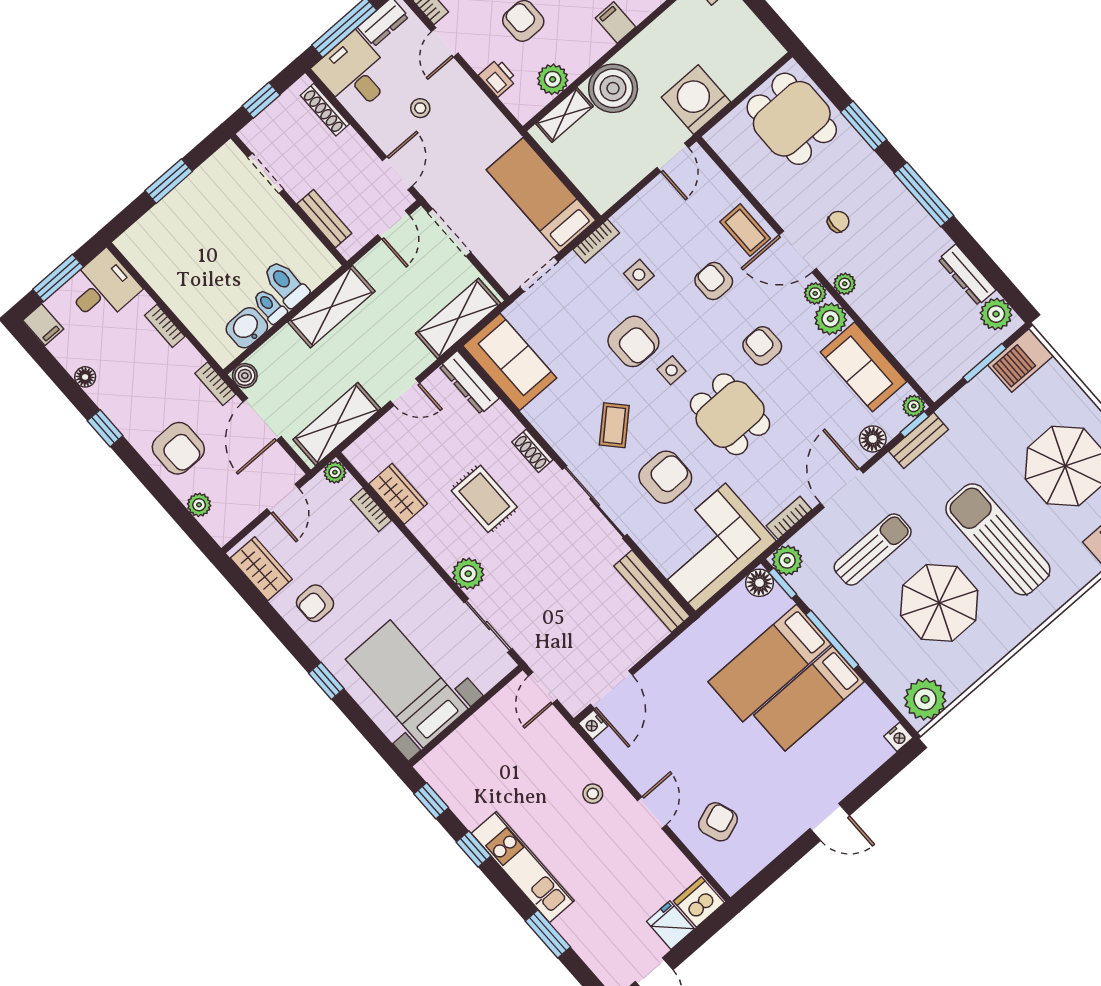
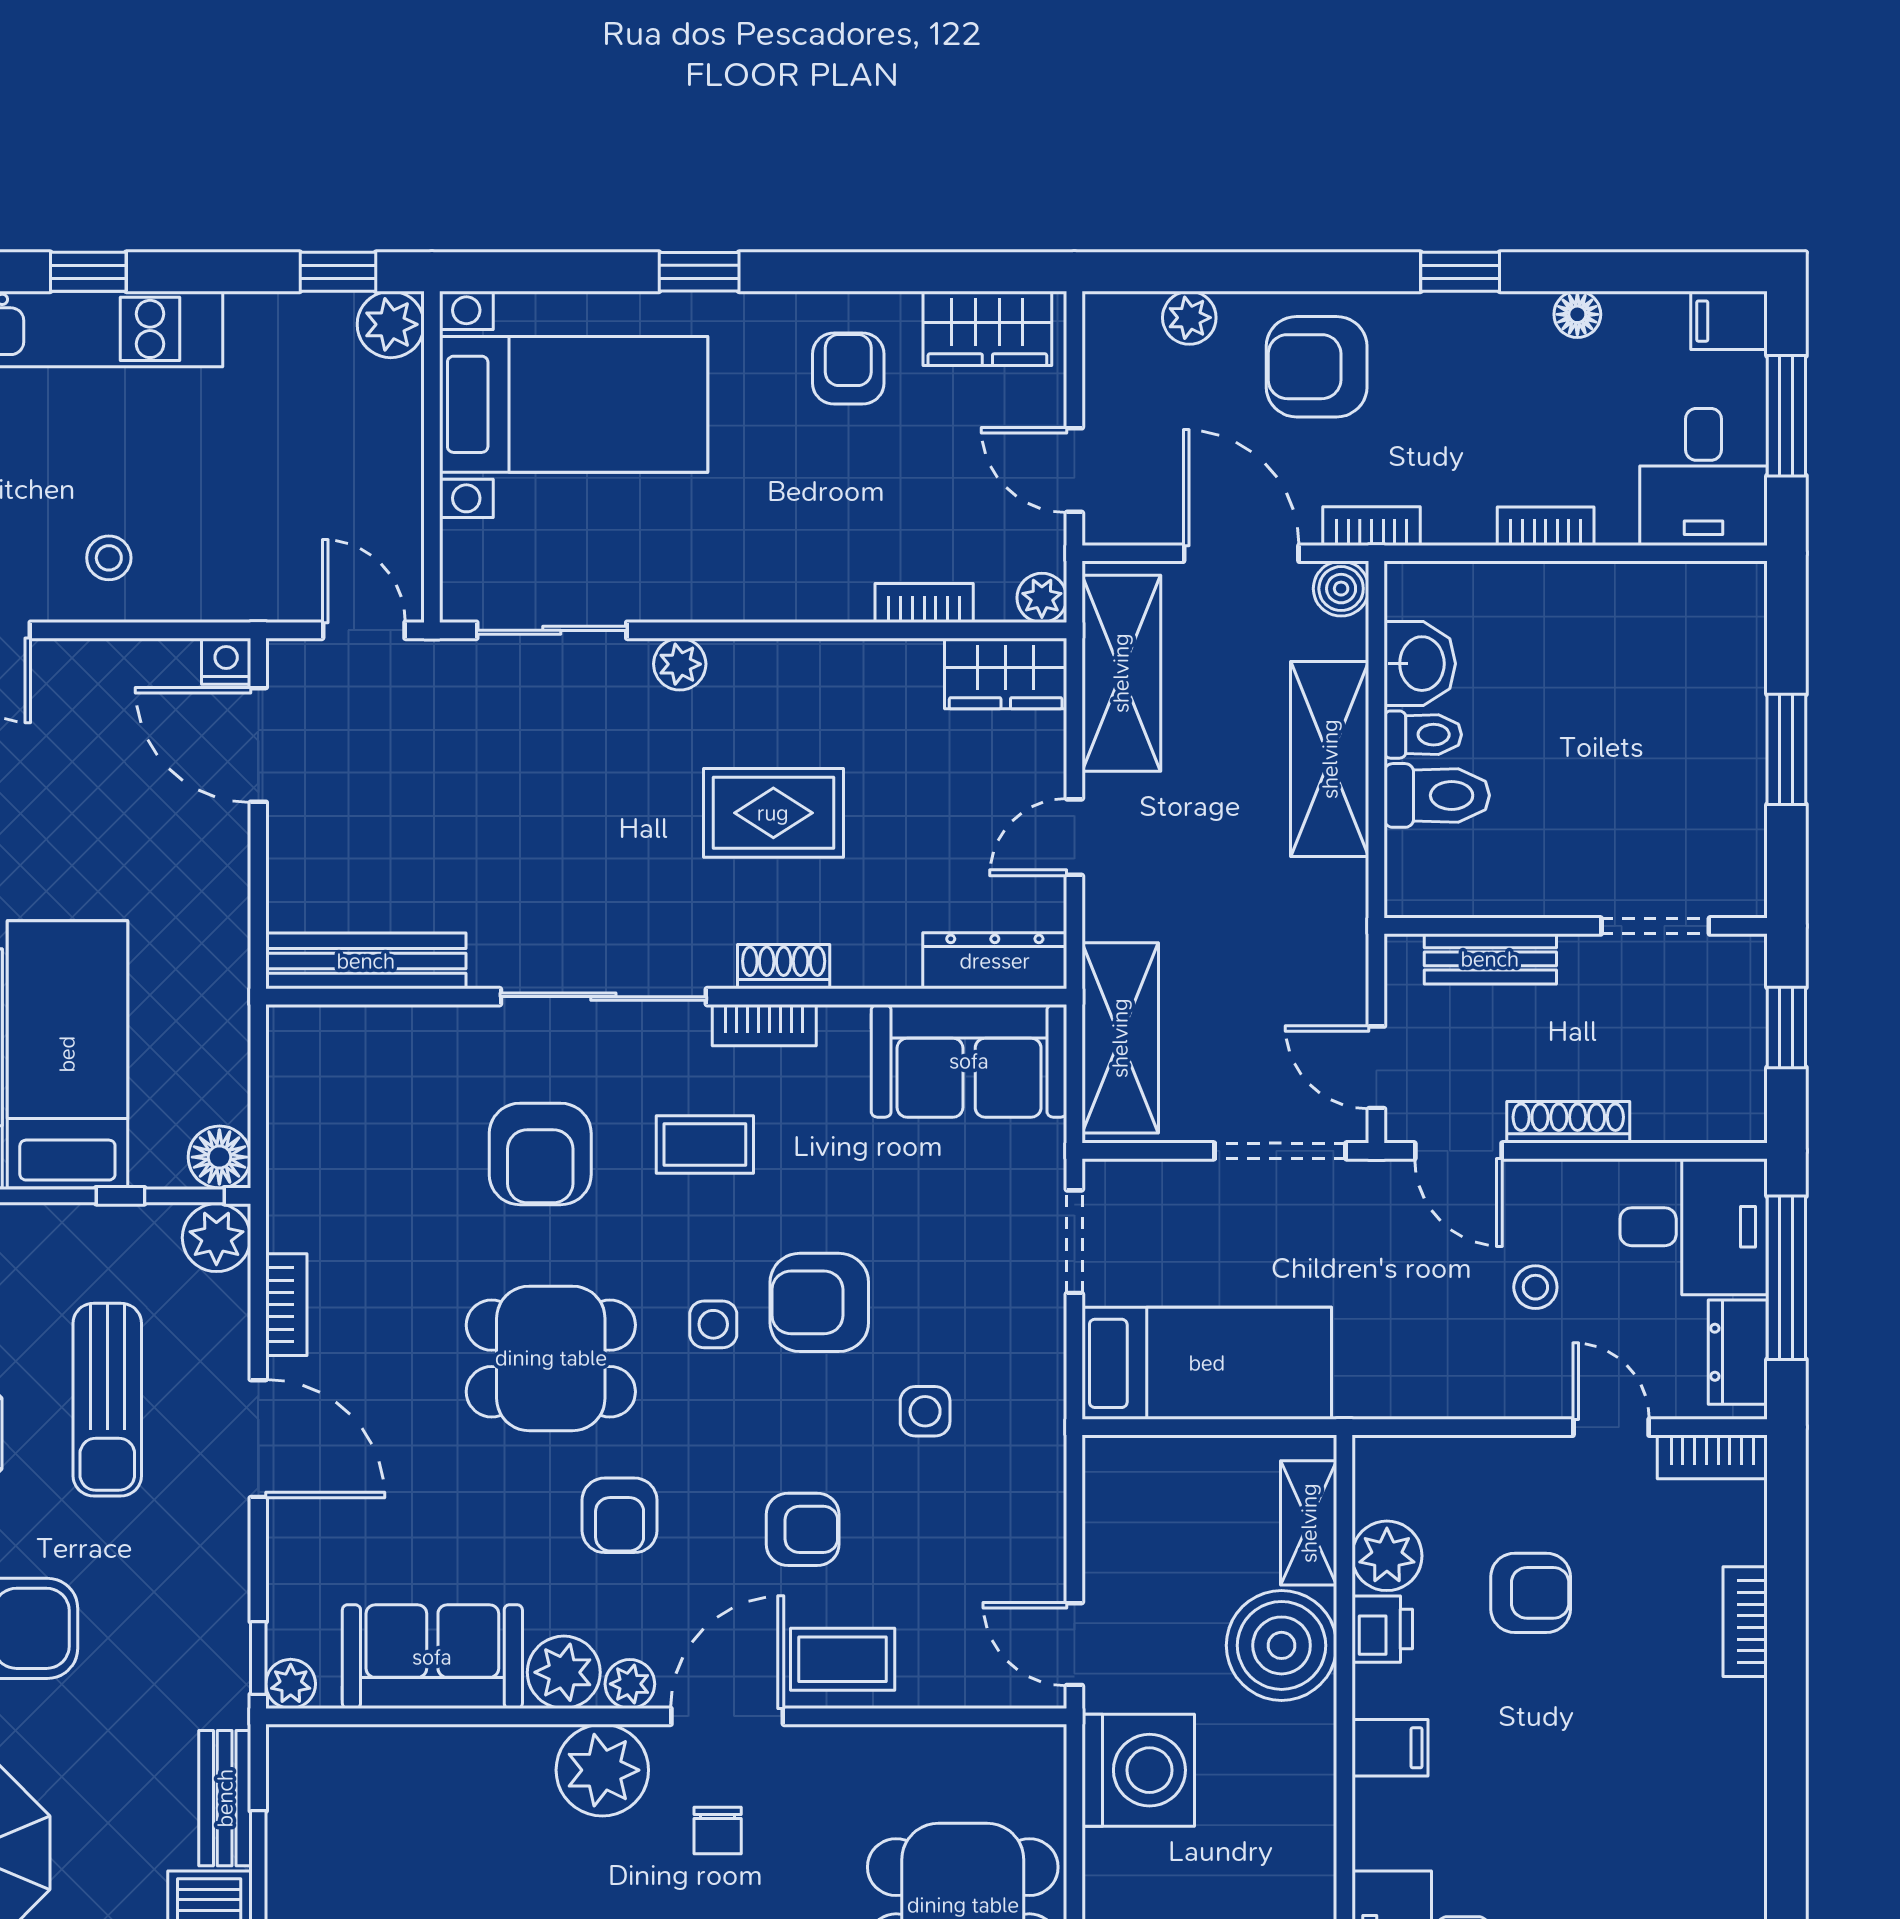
printer: (498, 78) -> (1382, 1629), moved, turned -90
shoe rack: (325, 110) -> (1568, 1122), moved
bookcase: (596, 241) -> (764, 1025), moved, turned -90
plant: (845, 284) -> (602, 1770), width x1.88, depth x1.88
shelving: (331, 307) -> (1330, 759), moved
armchair: (762, 346) -> (620, 1515), turned 90
coffee table: (614, 425) -> (705, 1145), turned -47
floor lamp: (873, 439) -> (296, 1565), removed
bench: (919, 440) -> (225, 1798), moved
wardrobe: (398, 494) -> (1006, 673), moved
corner sofa: (711, 547) -> (353, 1126), removed
plant: (468, 574) -> (680, 664), width x0.73, depth x0.73
plant: (433, 768) -> (391, 324), added
window: (474, 849) -> (88, 272), moved

